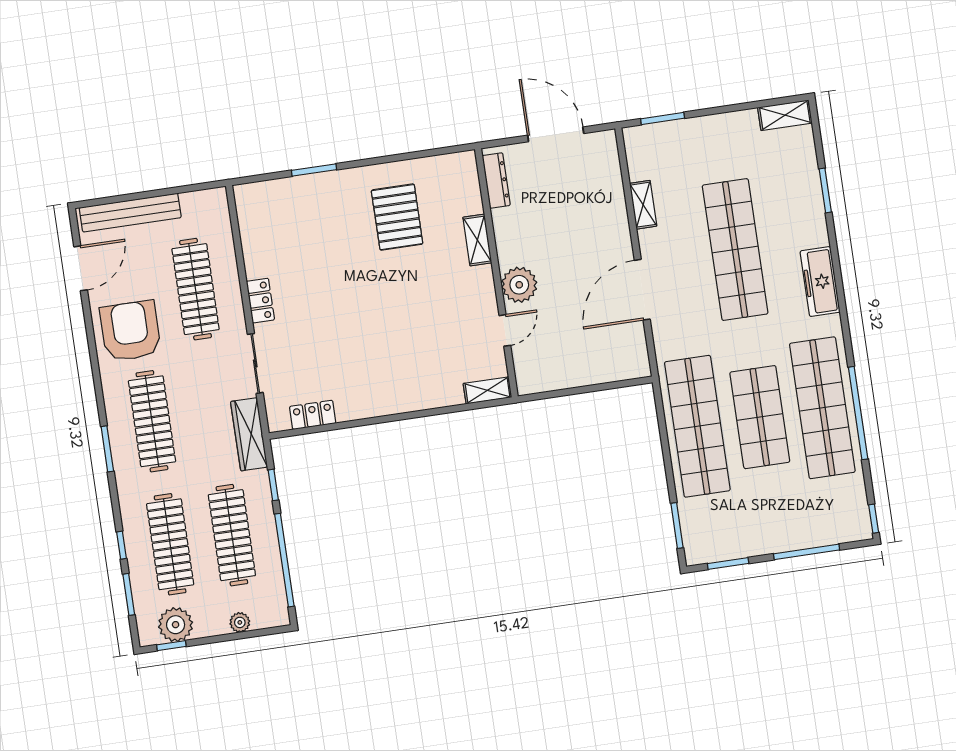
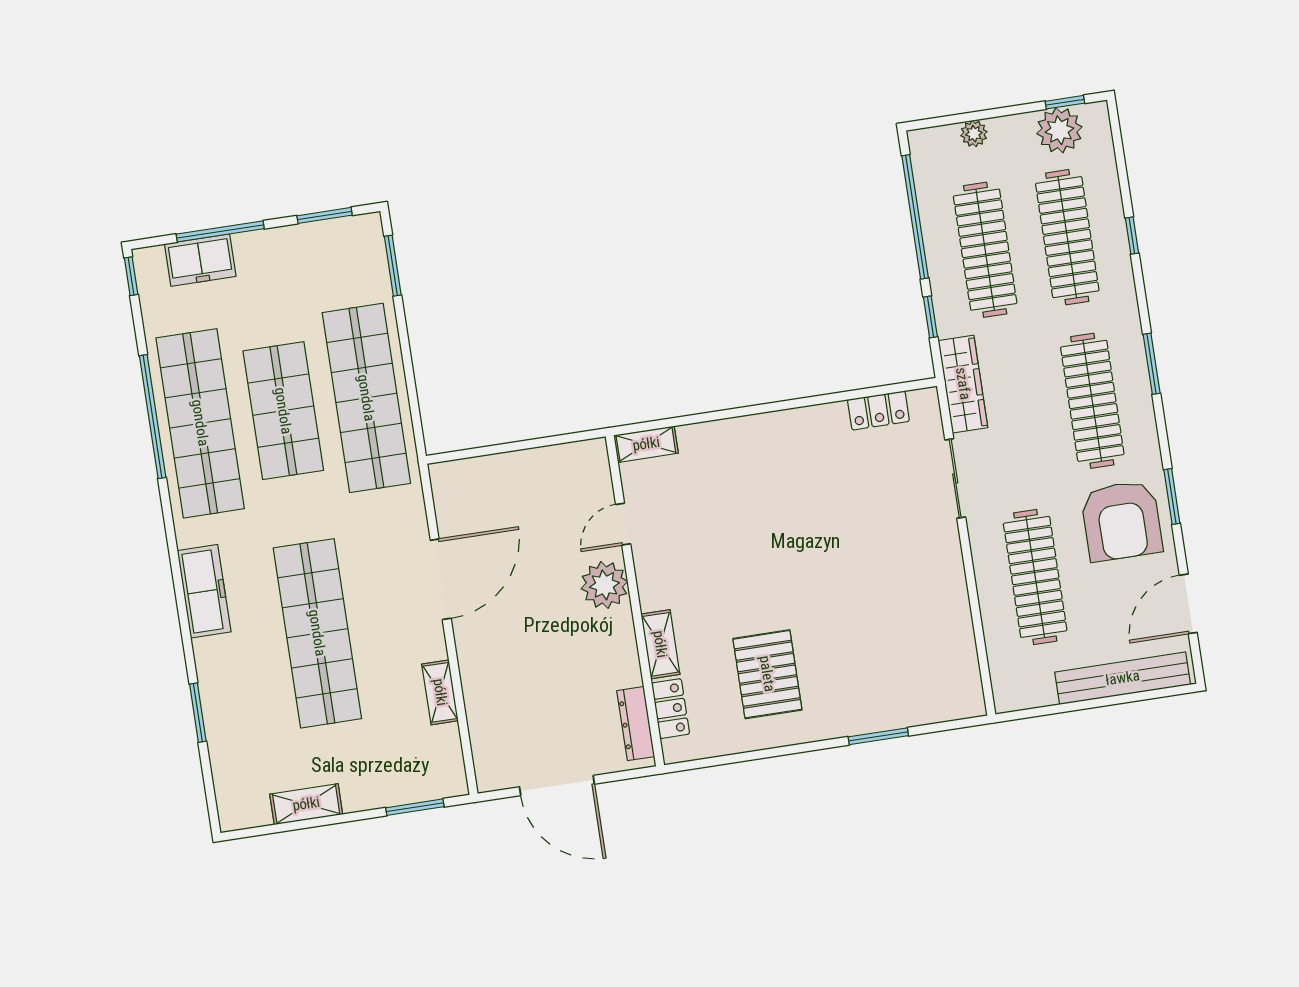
shelving: (785, 115) -> (306, 804), moved
locker: (260, 301) -> (671, 709), moved, turned 180
freezer: (822, 530) -> (200, 260), added
window: (129, 594) -> (1172, 497), moved

